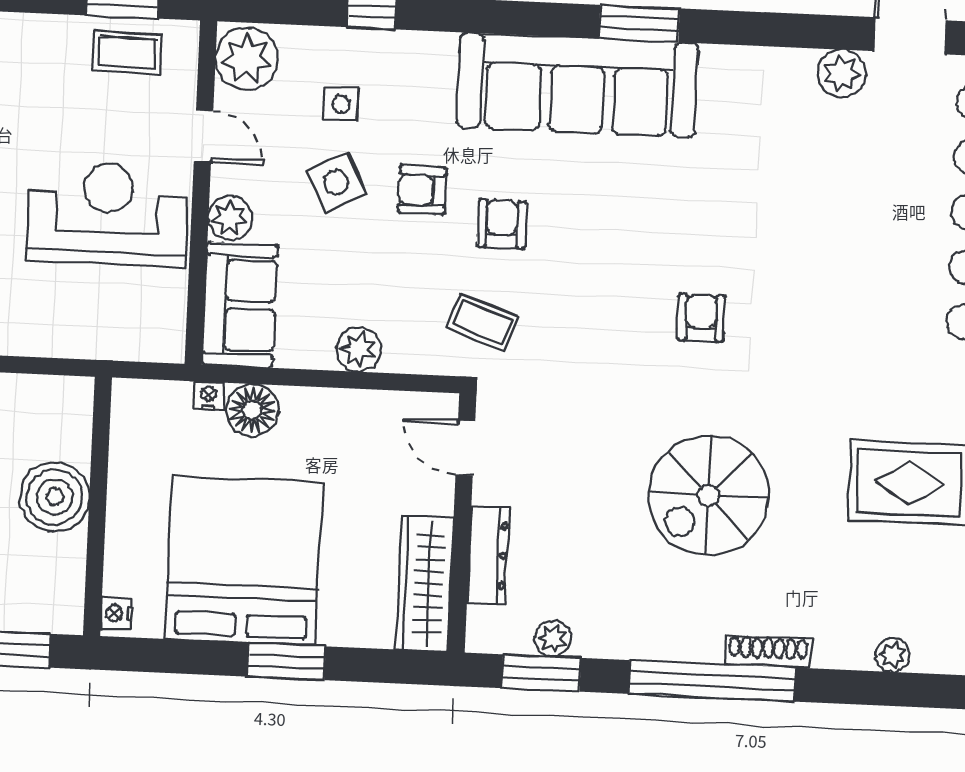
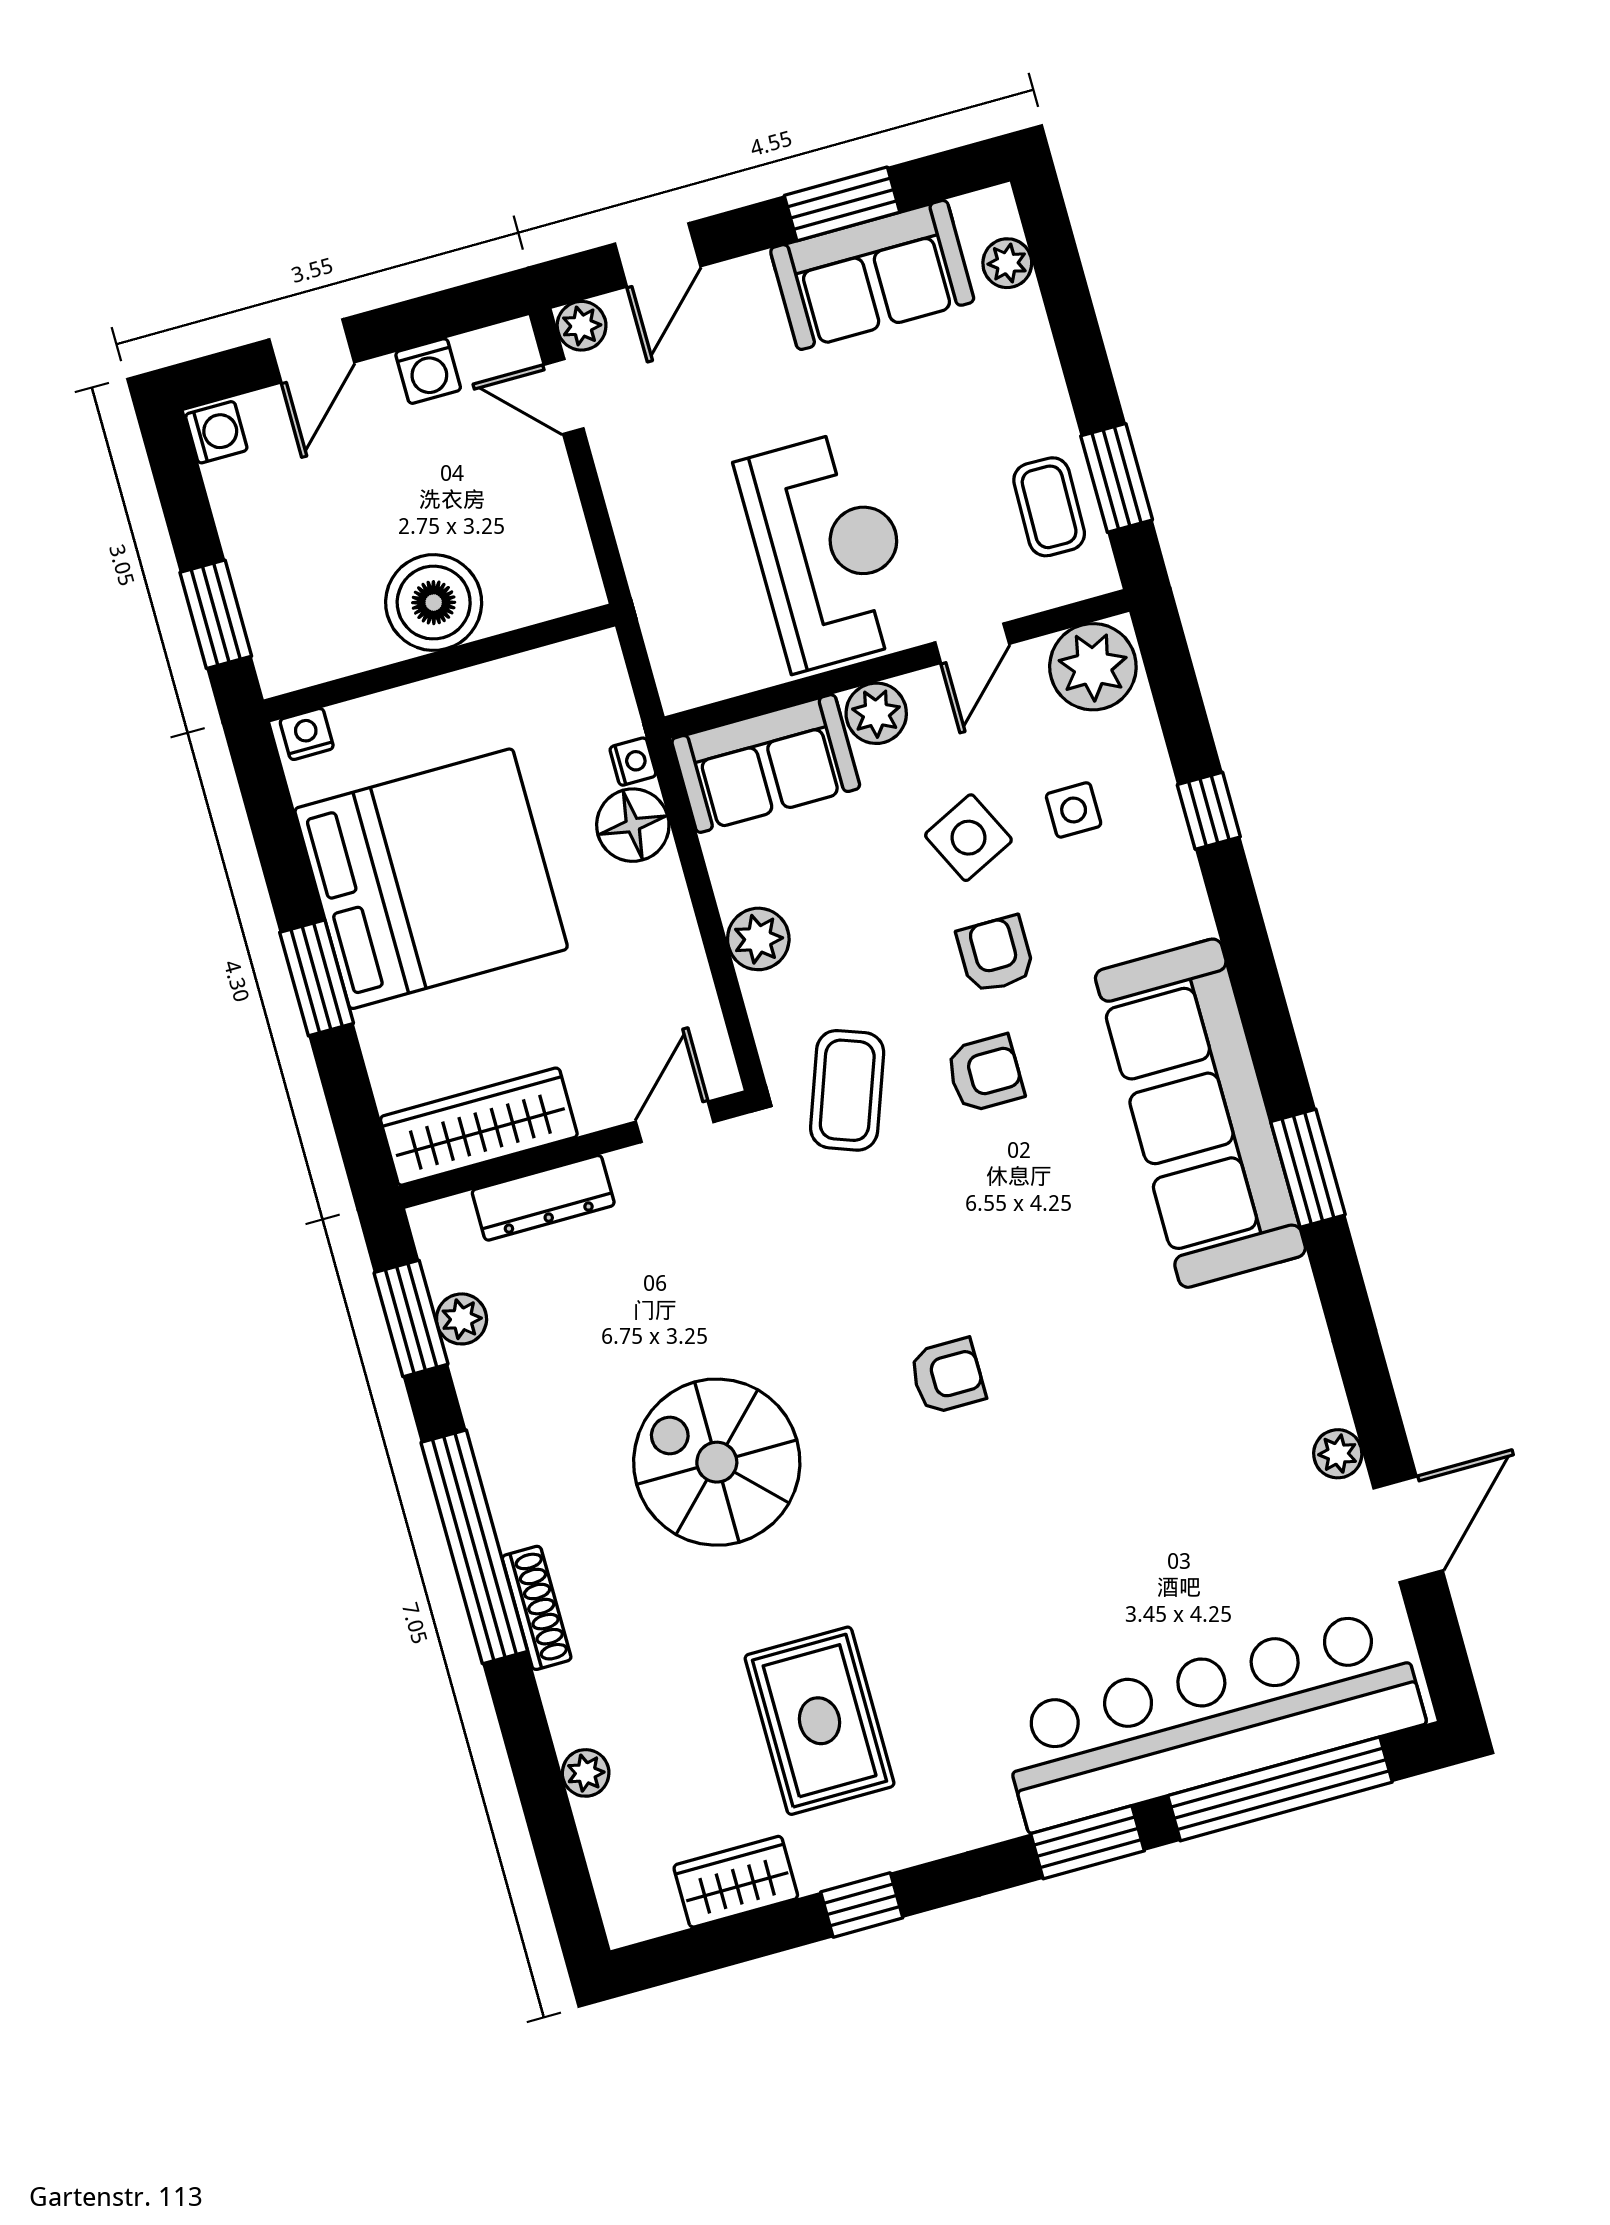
plant: (842, 74) -> (1338, 1454), width x0.73, depth x0.73
coffee table: (482, 322) -> (847, 1090), width x1.36, depth x1.30

